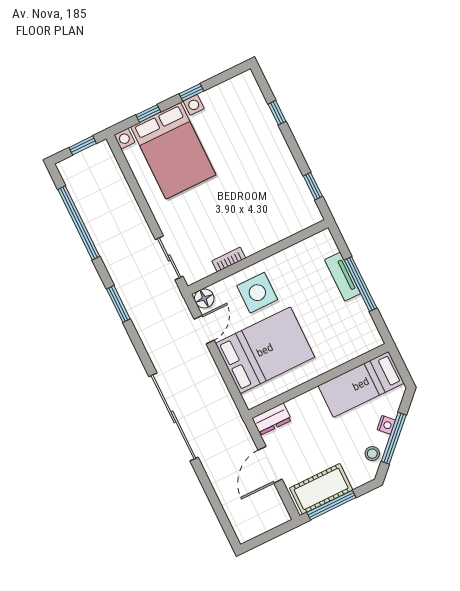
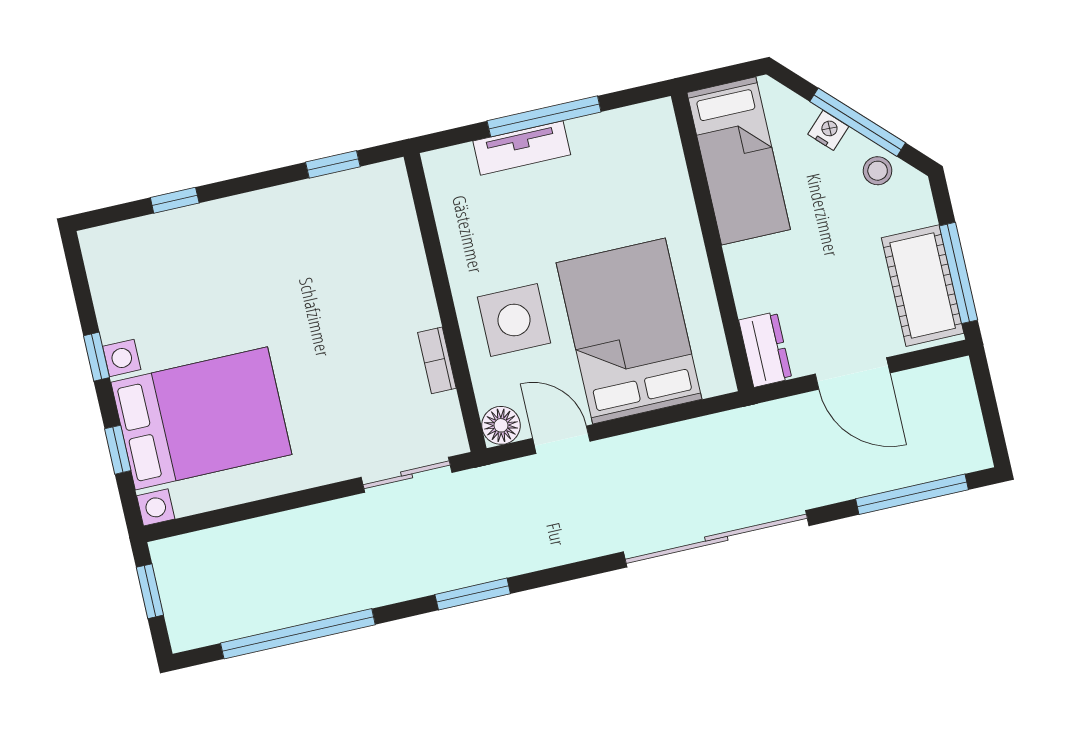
window: (218, 508) -> (912, 494), added

